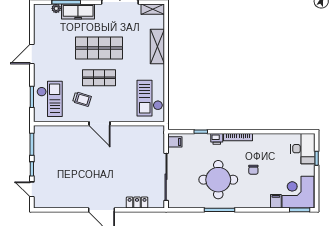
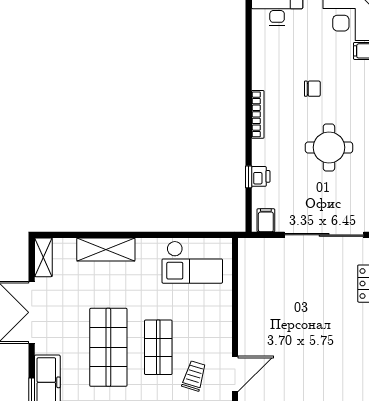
door: (100, 124) -> (235, 374), moved
printer: (217, 139) -> (261, 176), moved
round table: (218, 180) -> (329, 147), width x0.73, depth x0.73

